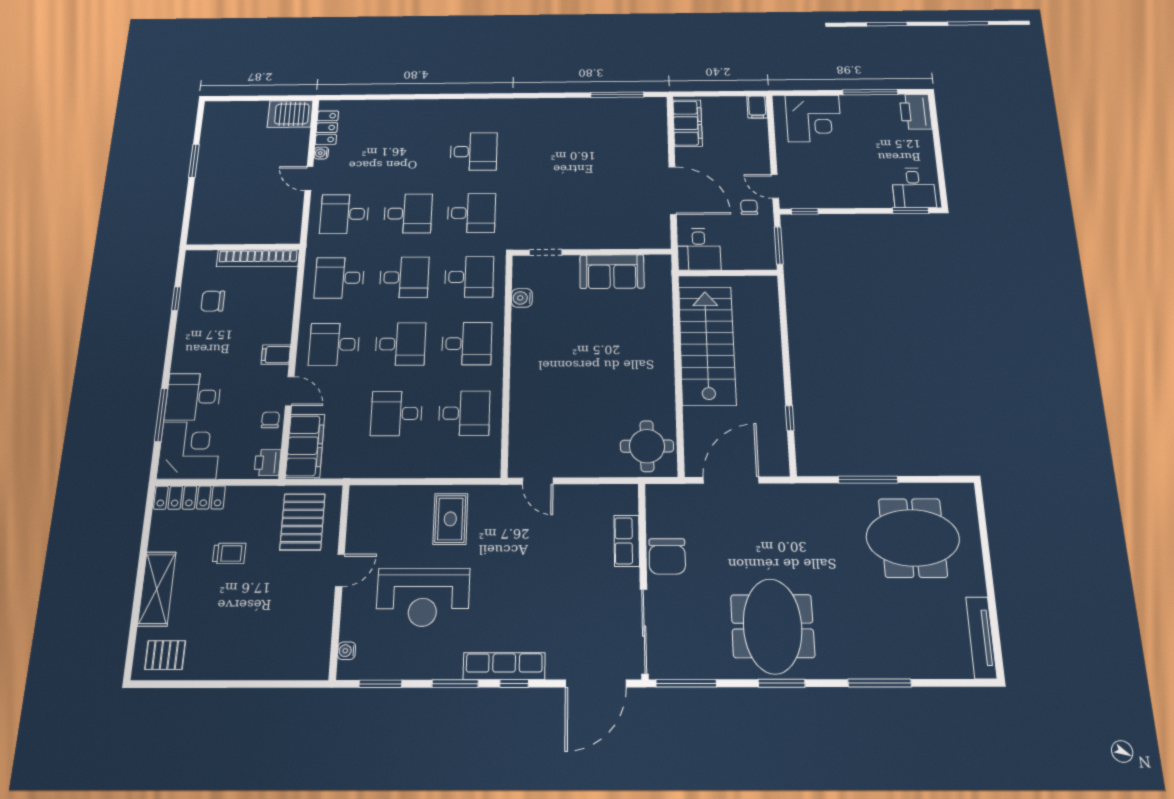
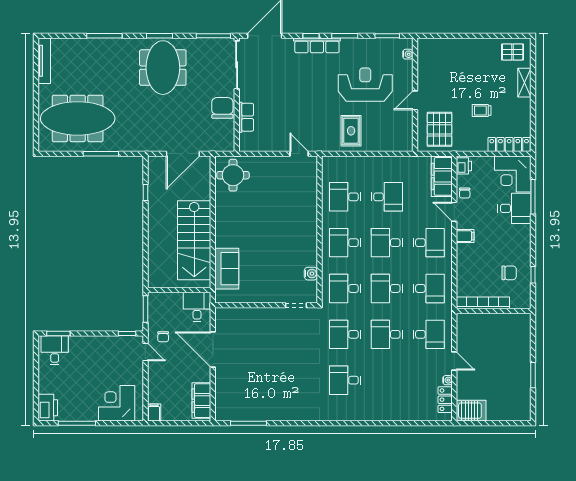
sofa: (612, 272) -> (227, 269), moved, turned 90
meeting table: (913, 538) -> (78, 118), width x1.36
shelving: (157, 589) -> (524, 83), width x0.67, depth x0.75

